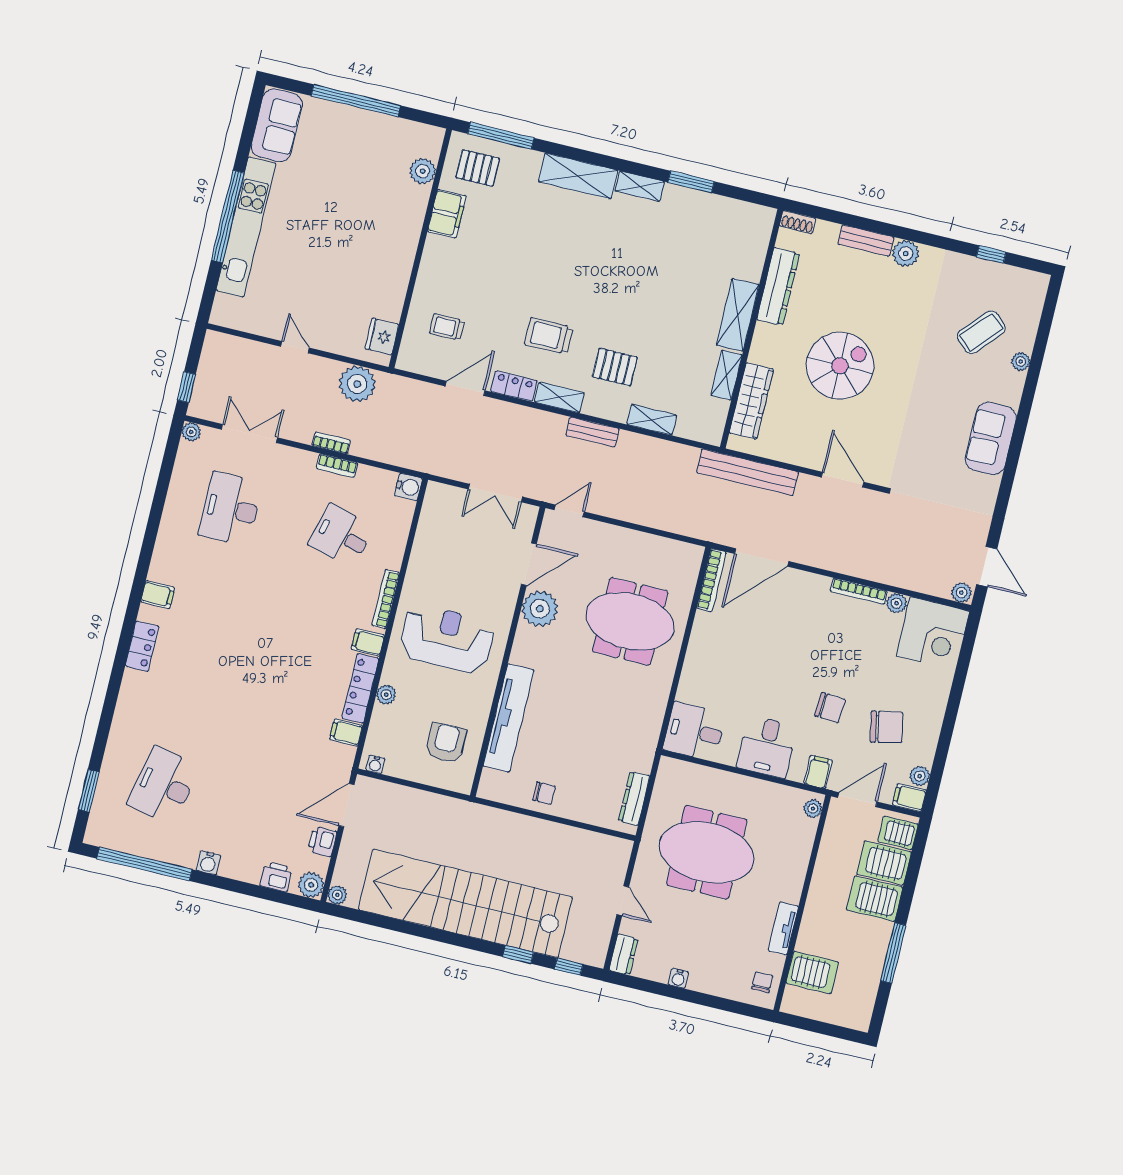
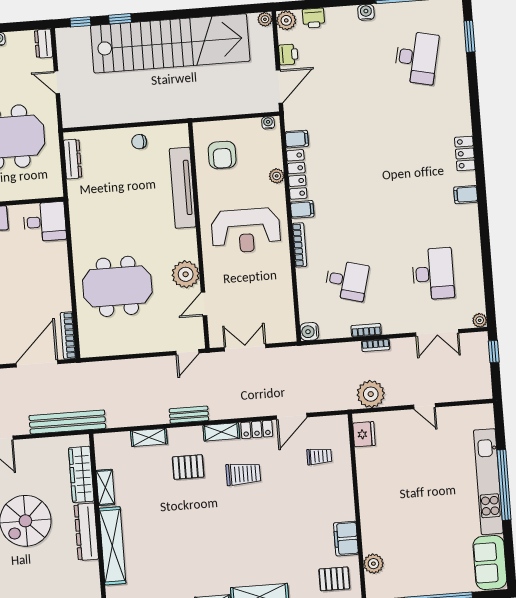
dresser: (778, 286) -> (86, 532), moved
shelving: (738, 315) -> (112, 546), width x1.47
door: (529, 564) -> (204, 304), width x0.73

